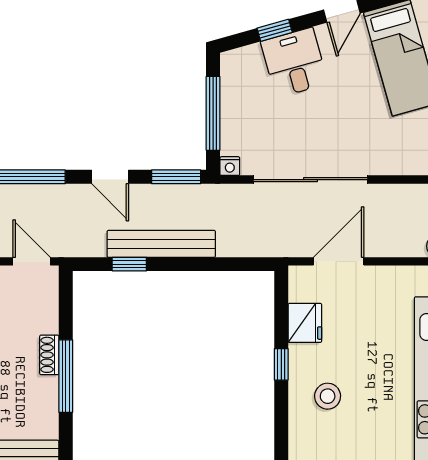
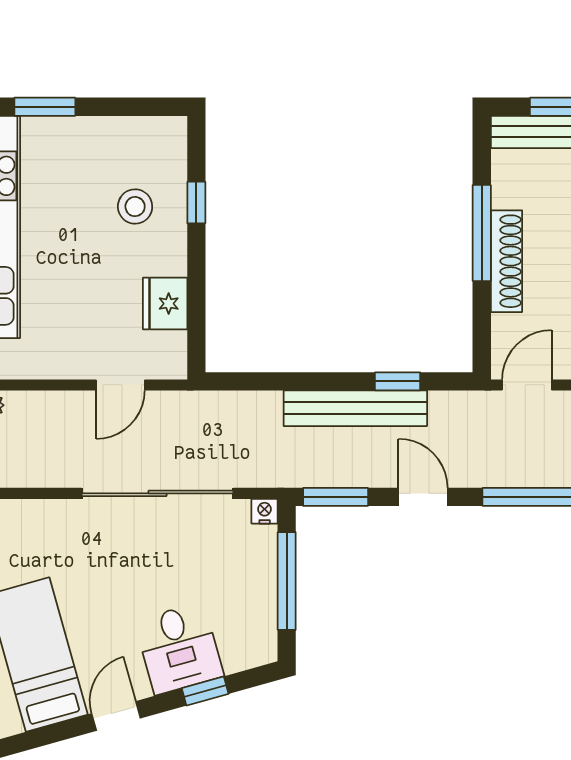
door: (32, 261) -> (527, 385), swing flipped
door: (339, 261) -> (120, 385), width x0.73
shoe rack: (49, 355) -> (506, 261), width x1.94, depth x1.24
window: (281, 364) -> (196, 203), moved

